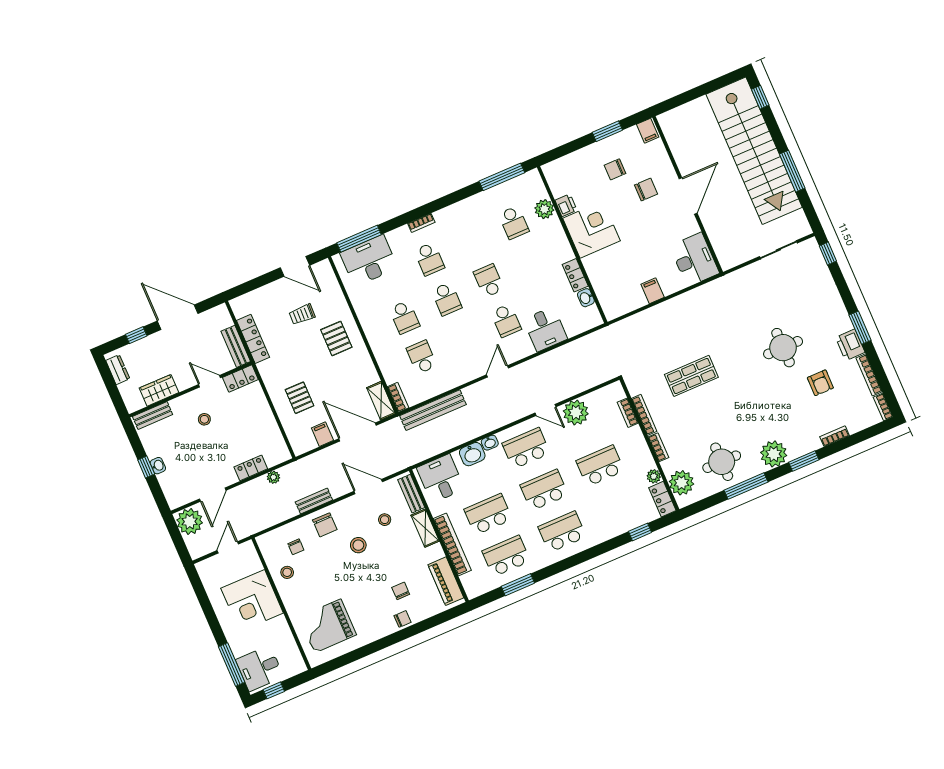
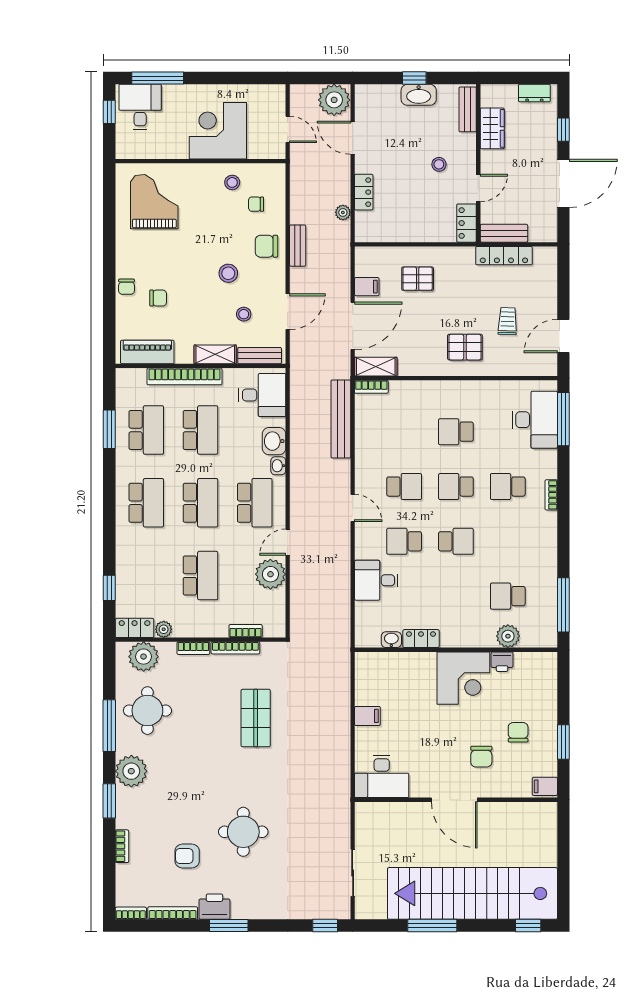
school desk: (422, 357) -> (404, 487), moved
washbasin: (158, 466) -> (419, 95), width x1.91, depth x1.45

